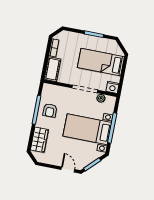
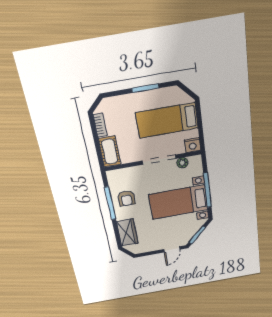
door: (68, 170) -> (172, 249), swing flipped

